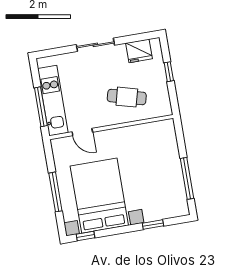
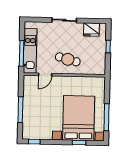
cafe table: (127, 97) -> (68, 59), moved
door: (82, 132) -> (45, 75), hinge flipped
bed with nightstands: (99, 196) -> (79, 118), moved

